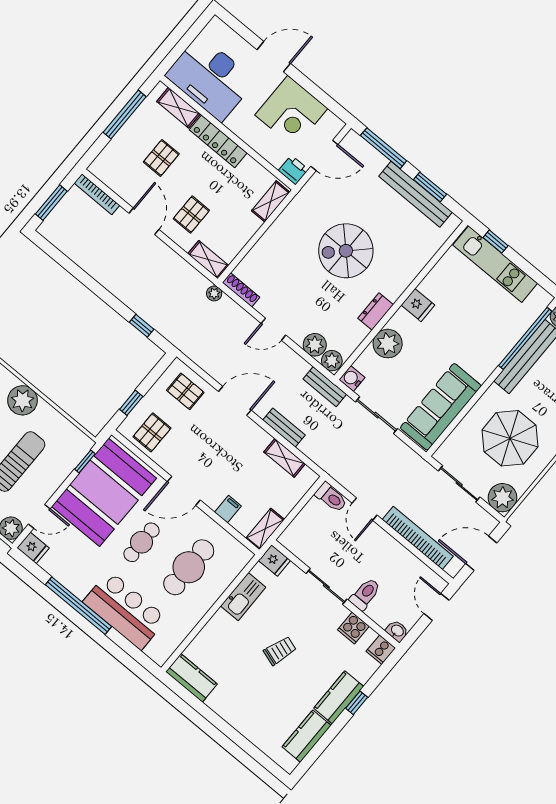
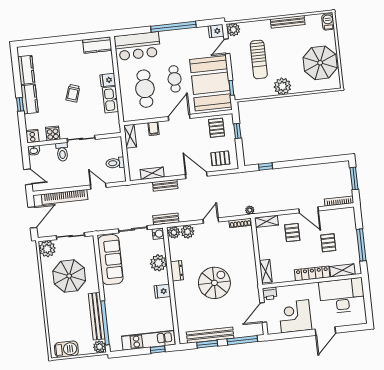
door: (235, 401) -> (196, 175), swing flipped
toilet: (331, 497) -> (115, 163), moved
fridge: (274, 561) -> (108, 80), moved
bar counter: (125, 610) -> (137, 46), moved

